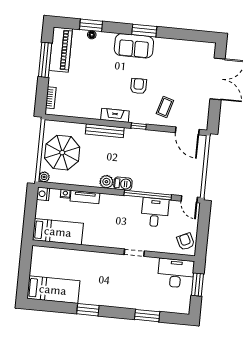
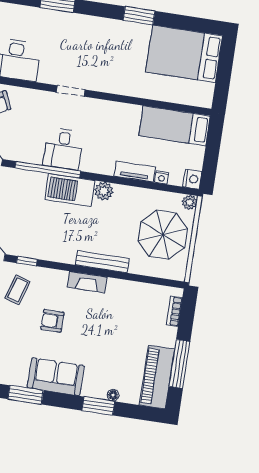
window: (91, 25) -> (98, 406), moved
window: (144, 31) -> (26, 395), moved
armchair: (138, 86) -> (52, 321), turned 90
window: (139, 126) -> (27, 261), moved
barbecue: (123, 184) -> (70, 190), width x1.88, depth x1.53
desk: (155, 212) -> (63, 149), moved
bed: (53, 290) -> (184, 54), width x1.50

